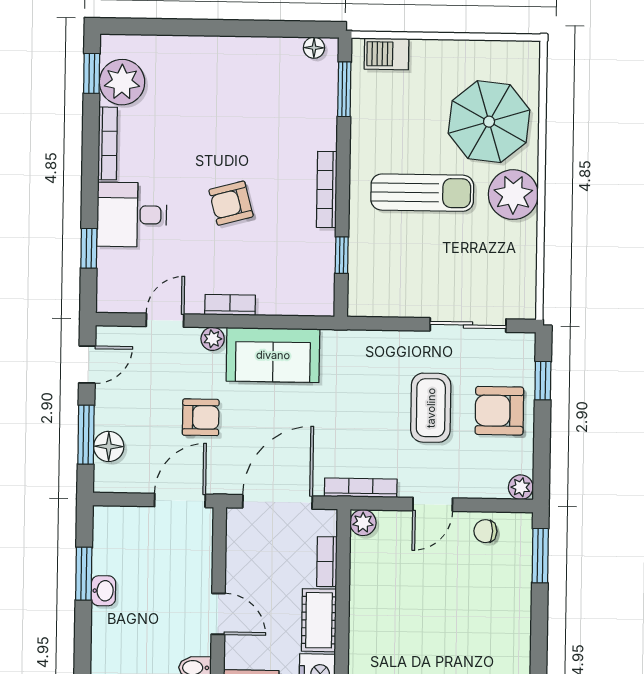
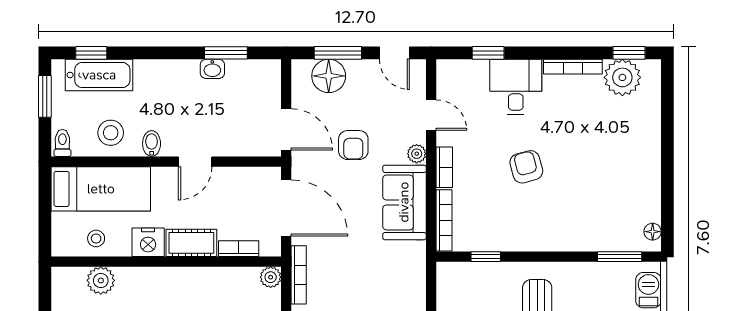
bookcase: (327, 190) -> (444, 220), moved, turned 90
floor lamp: (109, 446) -> (329, 76), width x1.38, depth x1.38

